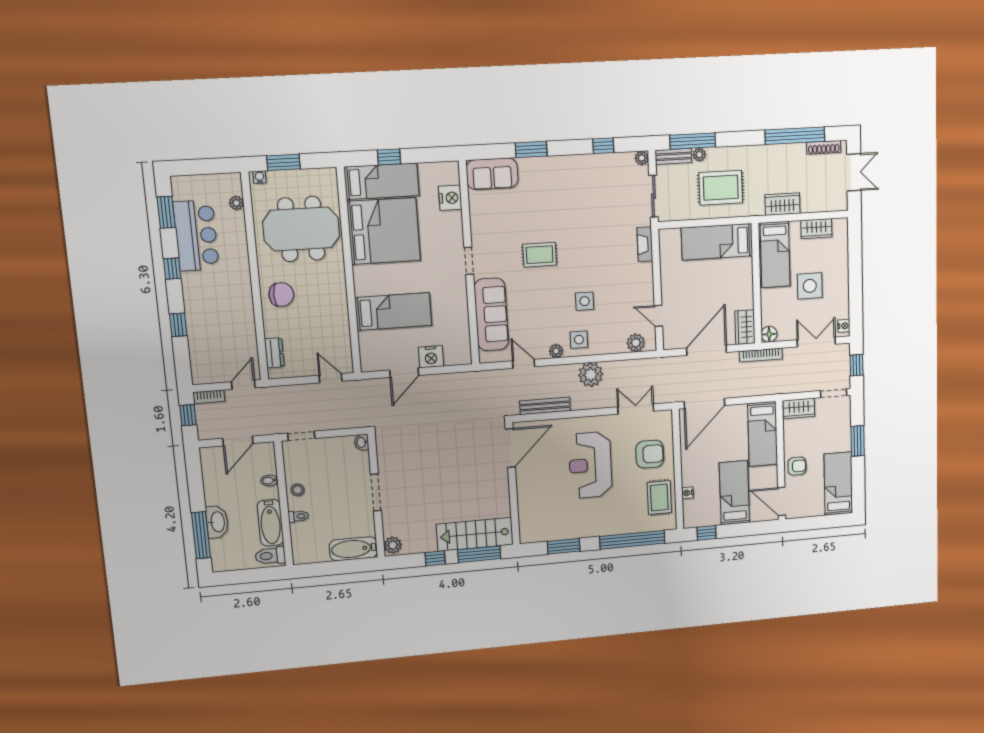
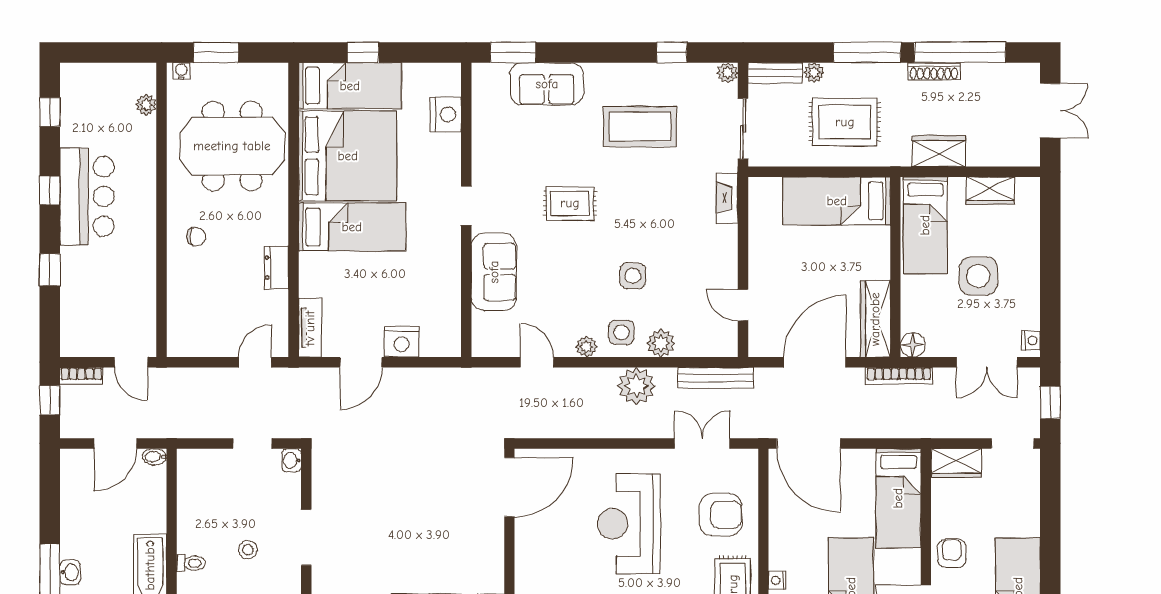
window: (693, 141) -> (867, 52), moved
shoe rack: (824, 147) -> (934, 71), moved
window: (531, 149) -> (513, 52), moved
sofa: (492, 174) -> (547, 84), moved
coffee table: (584, 199) -> (640, 127), added
window: (166, 212) -> (50, 112), width x0.67
bar counter: (196, 236) -> (87, 196), moved
chair: (281, 295) -> (196, 237), width x0.54, depth x0.54
bed: (393, 311) -> (352, 227), moved
sofa: (491, 314) -> (494, 272), width x0.73
wardrobe: (745, 327) -> (875, 319), width x1.50
double door: (816, 342) -> (987, 362), swing flipped
plant: (636, 343) -> (661, 343), moved
tv unit: (367, 352) -> (310, 328), added
dresser: (274, 353) -> (276, 268), moved, turned 180
door: (331, 378) -> (255, 362), hinge flipped
door: (243, 385) -> (131, 362), swing flipped
door: (704, 403) -> (809, 443), hinge flipped
bench: (545, 406) -> (716, 378), moved
doorway: (301, 436) -> (252, 443), moved
window: (858, 441) -> (1050, 522), removed
armchair: (797, 466) -> (952, 553), turned -90
bidet: (269, 481) -> (154, 457), moved
stool: (298, 490) -> (248, 550), moved
washbasin: (217, 522) -> (70, 572), width x0.52, depth x0.69

